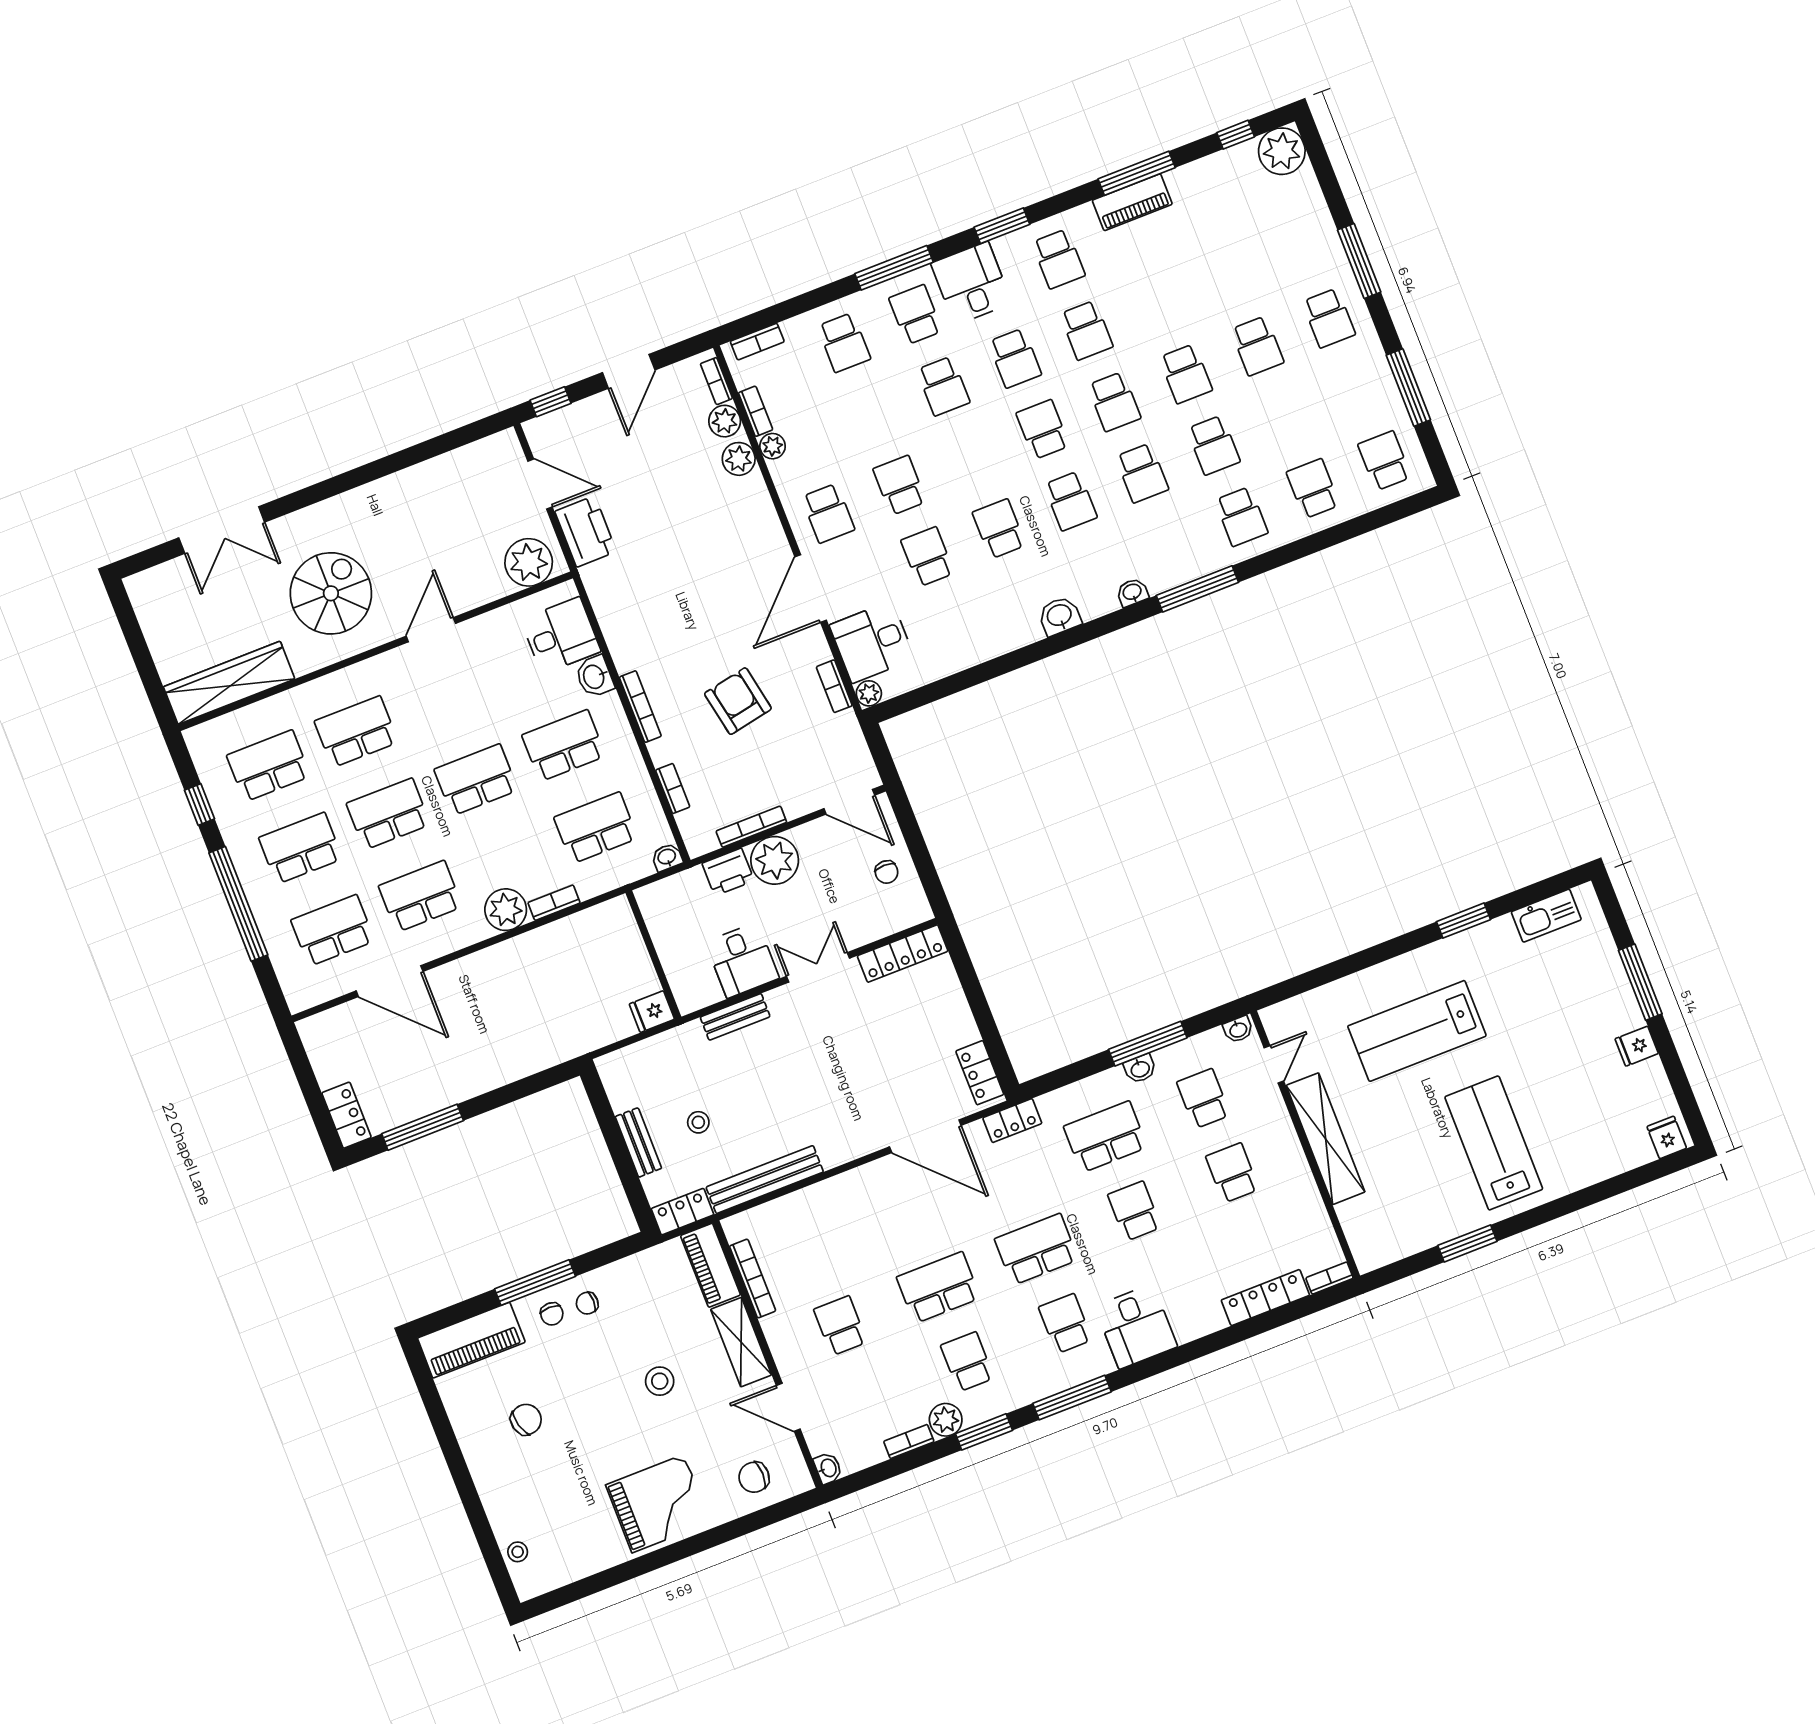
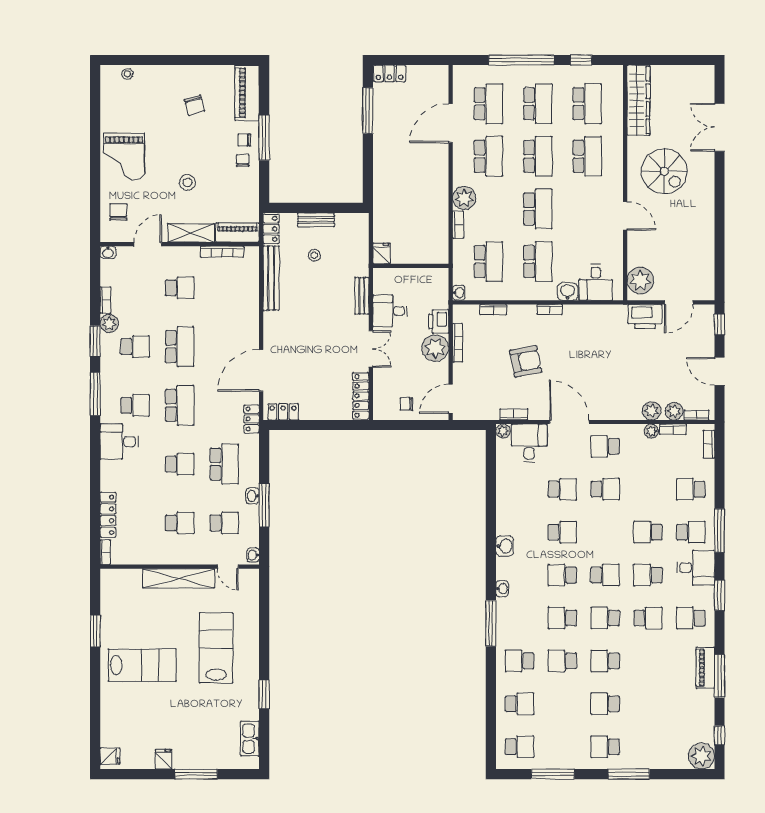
school desk: (1086, 330) -> (648, 618), turned 180
bookcase: (640, 707) -> (550, 309), width x0.64

